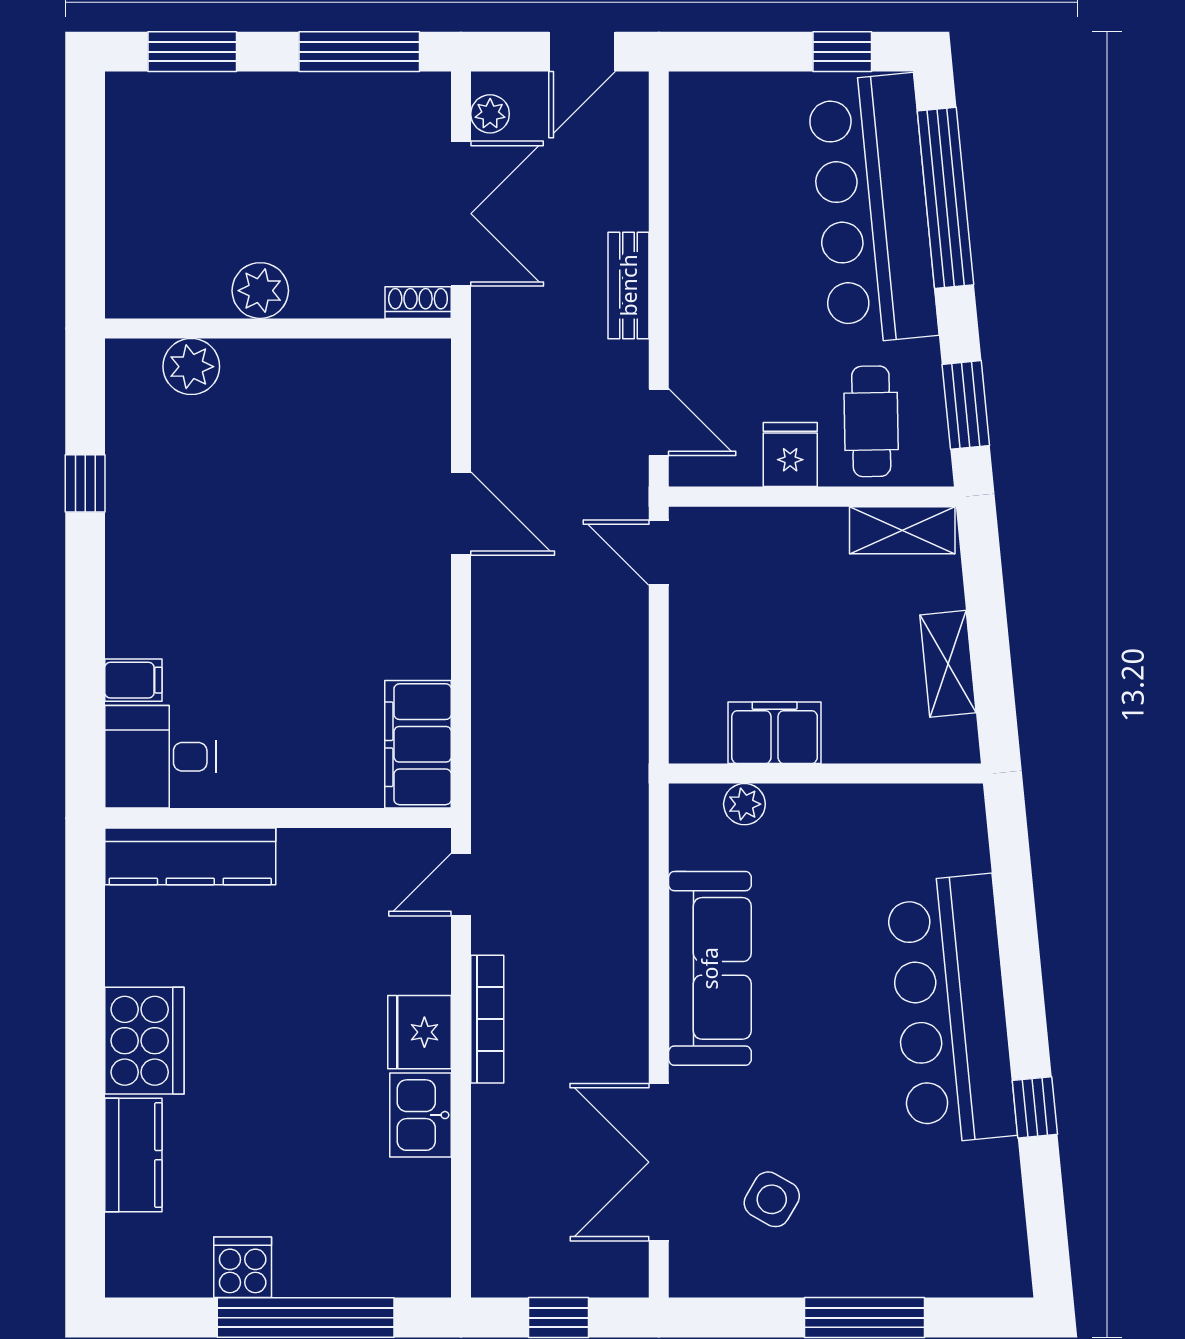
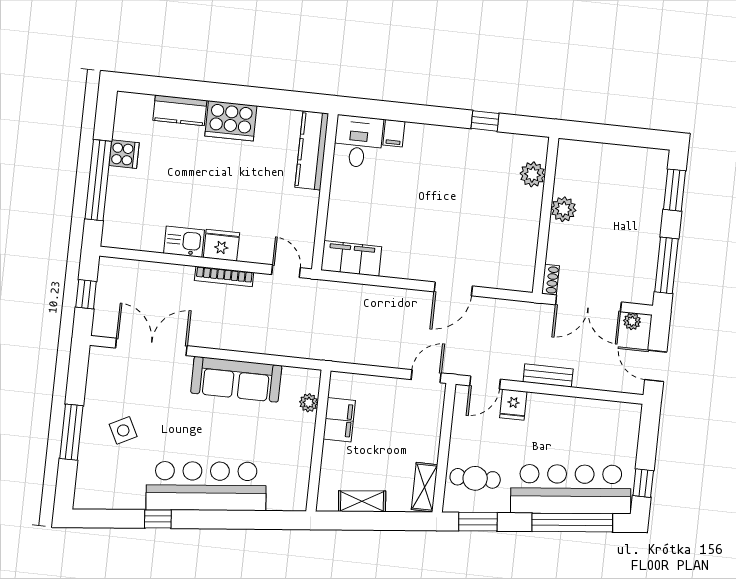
fridge: (790, 455) -> (513, 405), moved, turned 90
side table: (772, 1199) -> (123, 430), moved, turned 33

